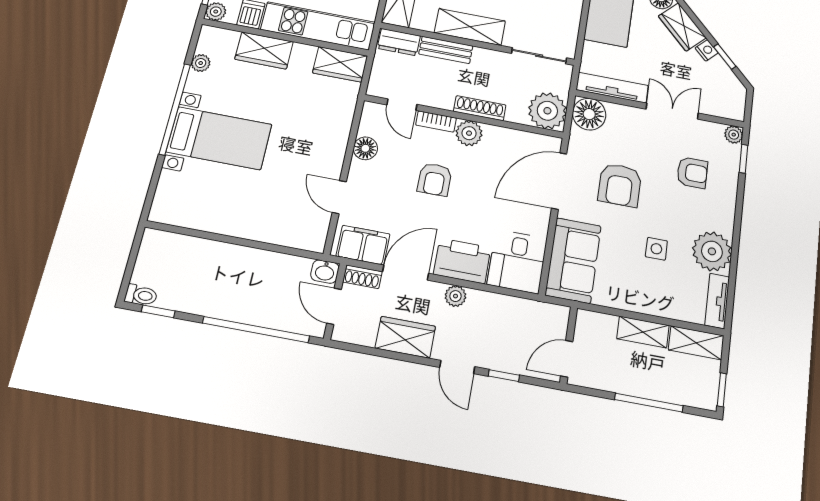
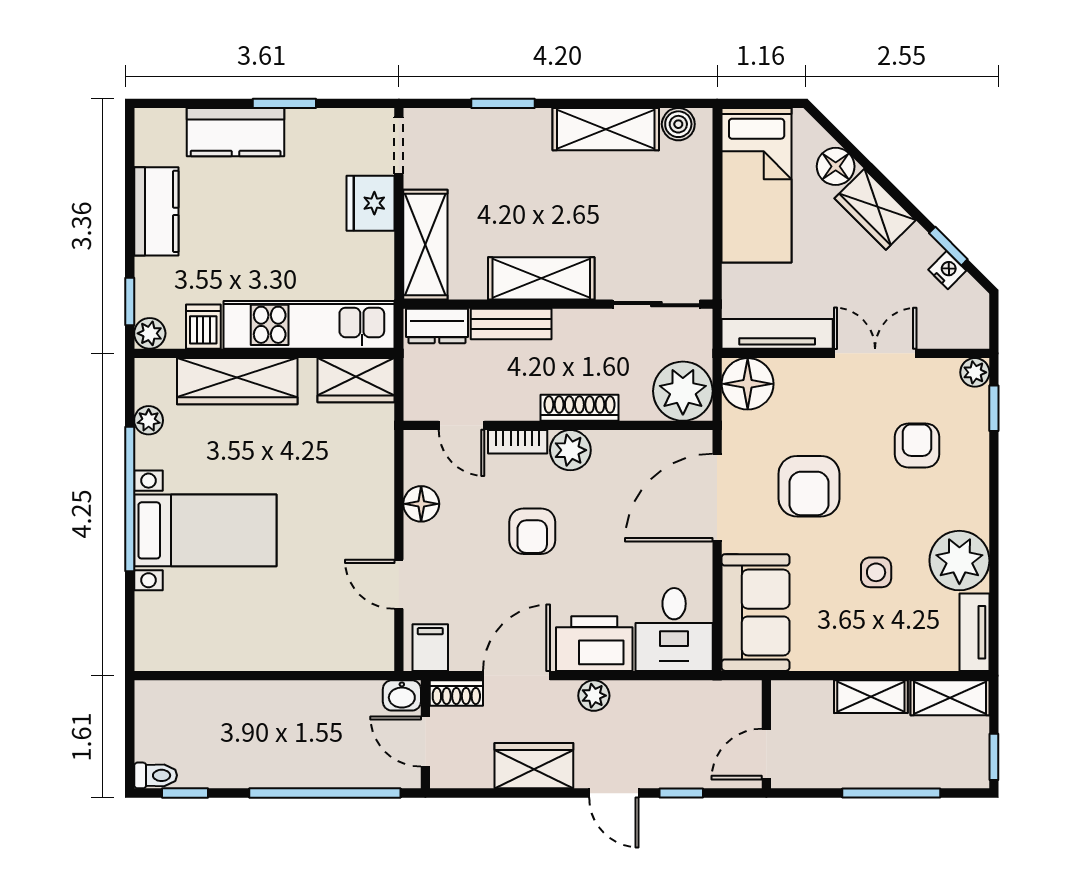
wardrobe: (264, 50) -> (237, 381), width x1.50
nightstand: (707, 50) -> (947, 270), moved
armchair: (692, 173) -> (917, 445), turned -90
filing cabinet: (363, 245) -> (430, 648), width x0.50

